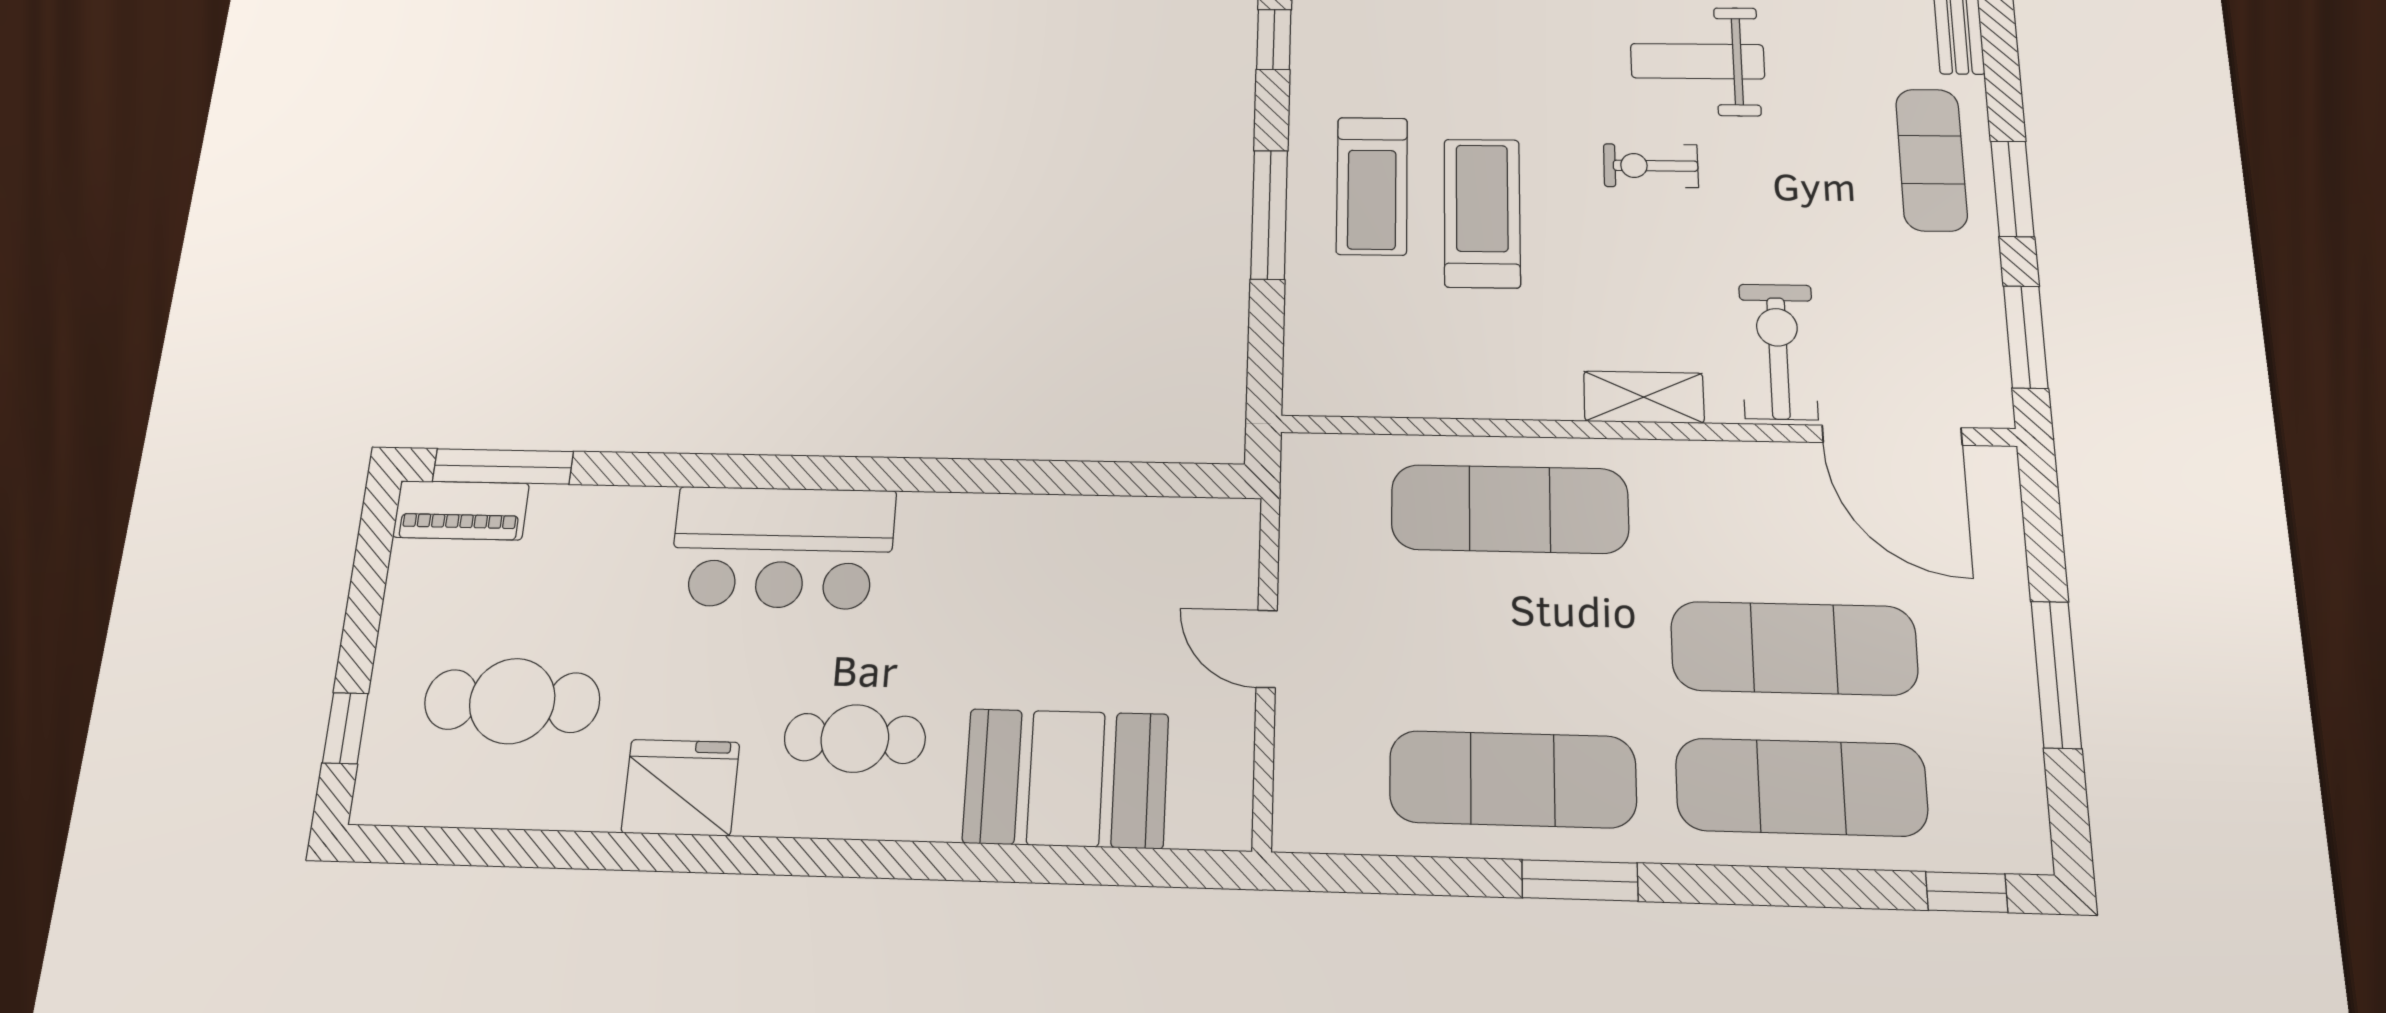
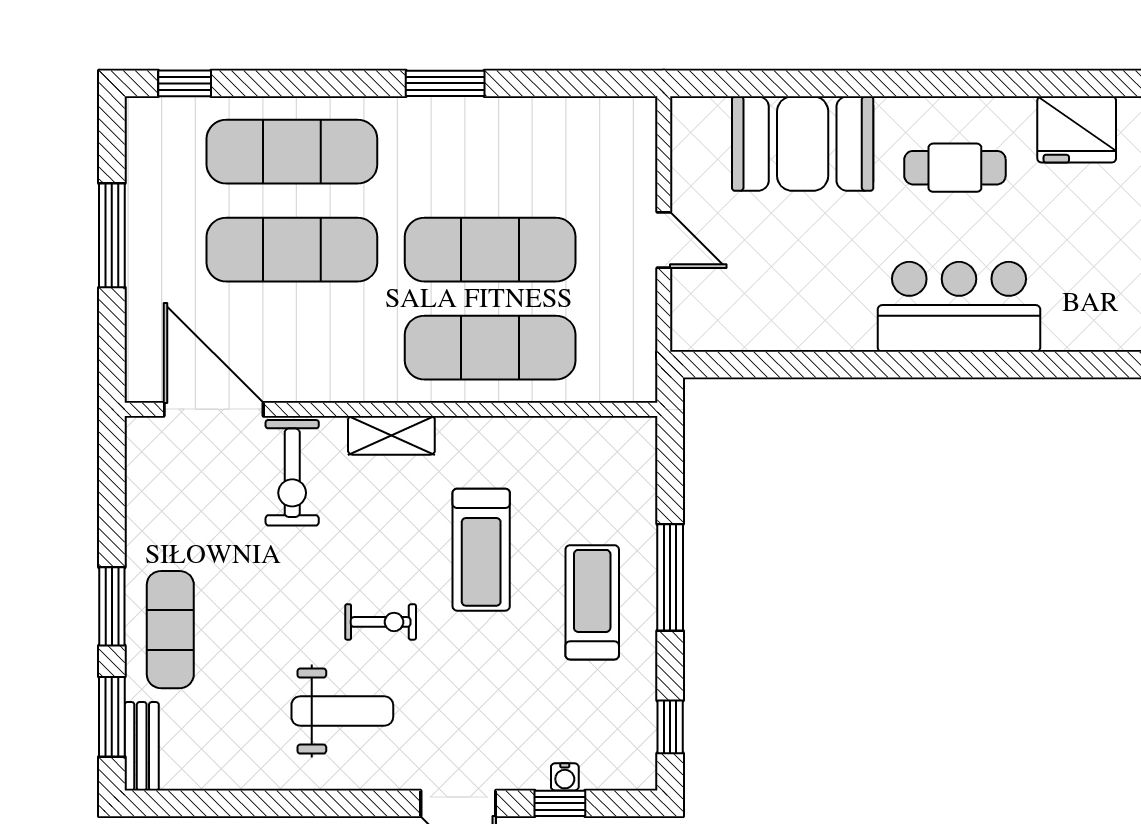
treadmill: (1482, 213) -> (481, 550), moved
window: (2026, 337) -> (112, 717), moved
bar counter: (783, 548) -> (959, 307), moved
exercise mat: (1513, 779) -> (490, 250), moved

